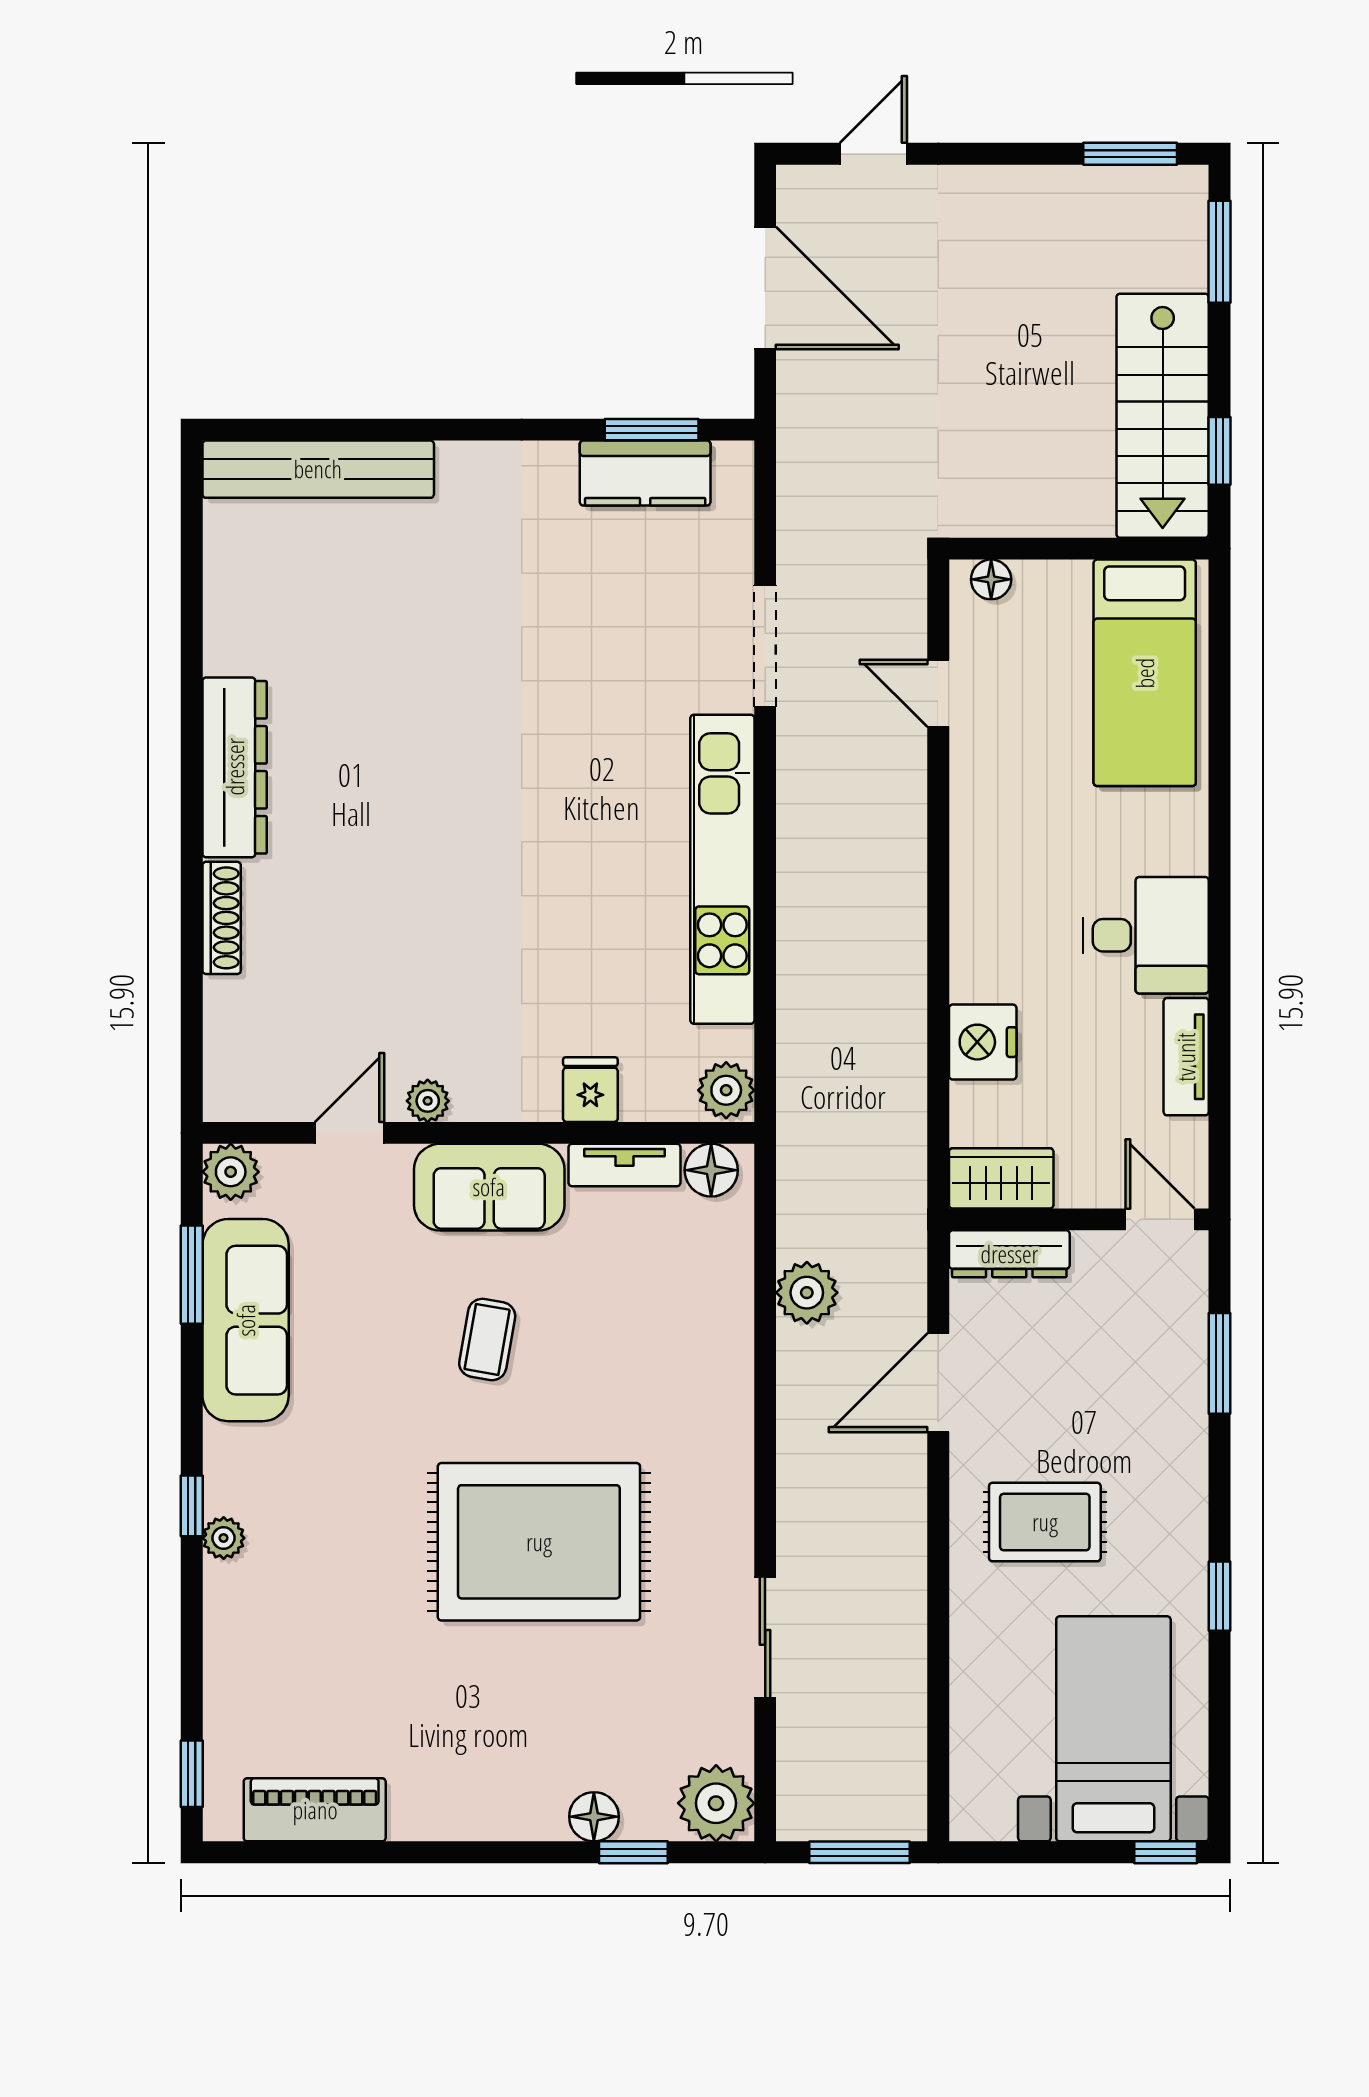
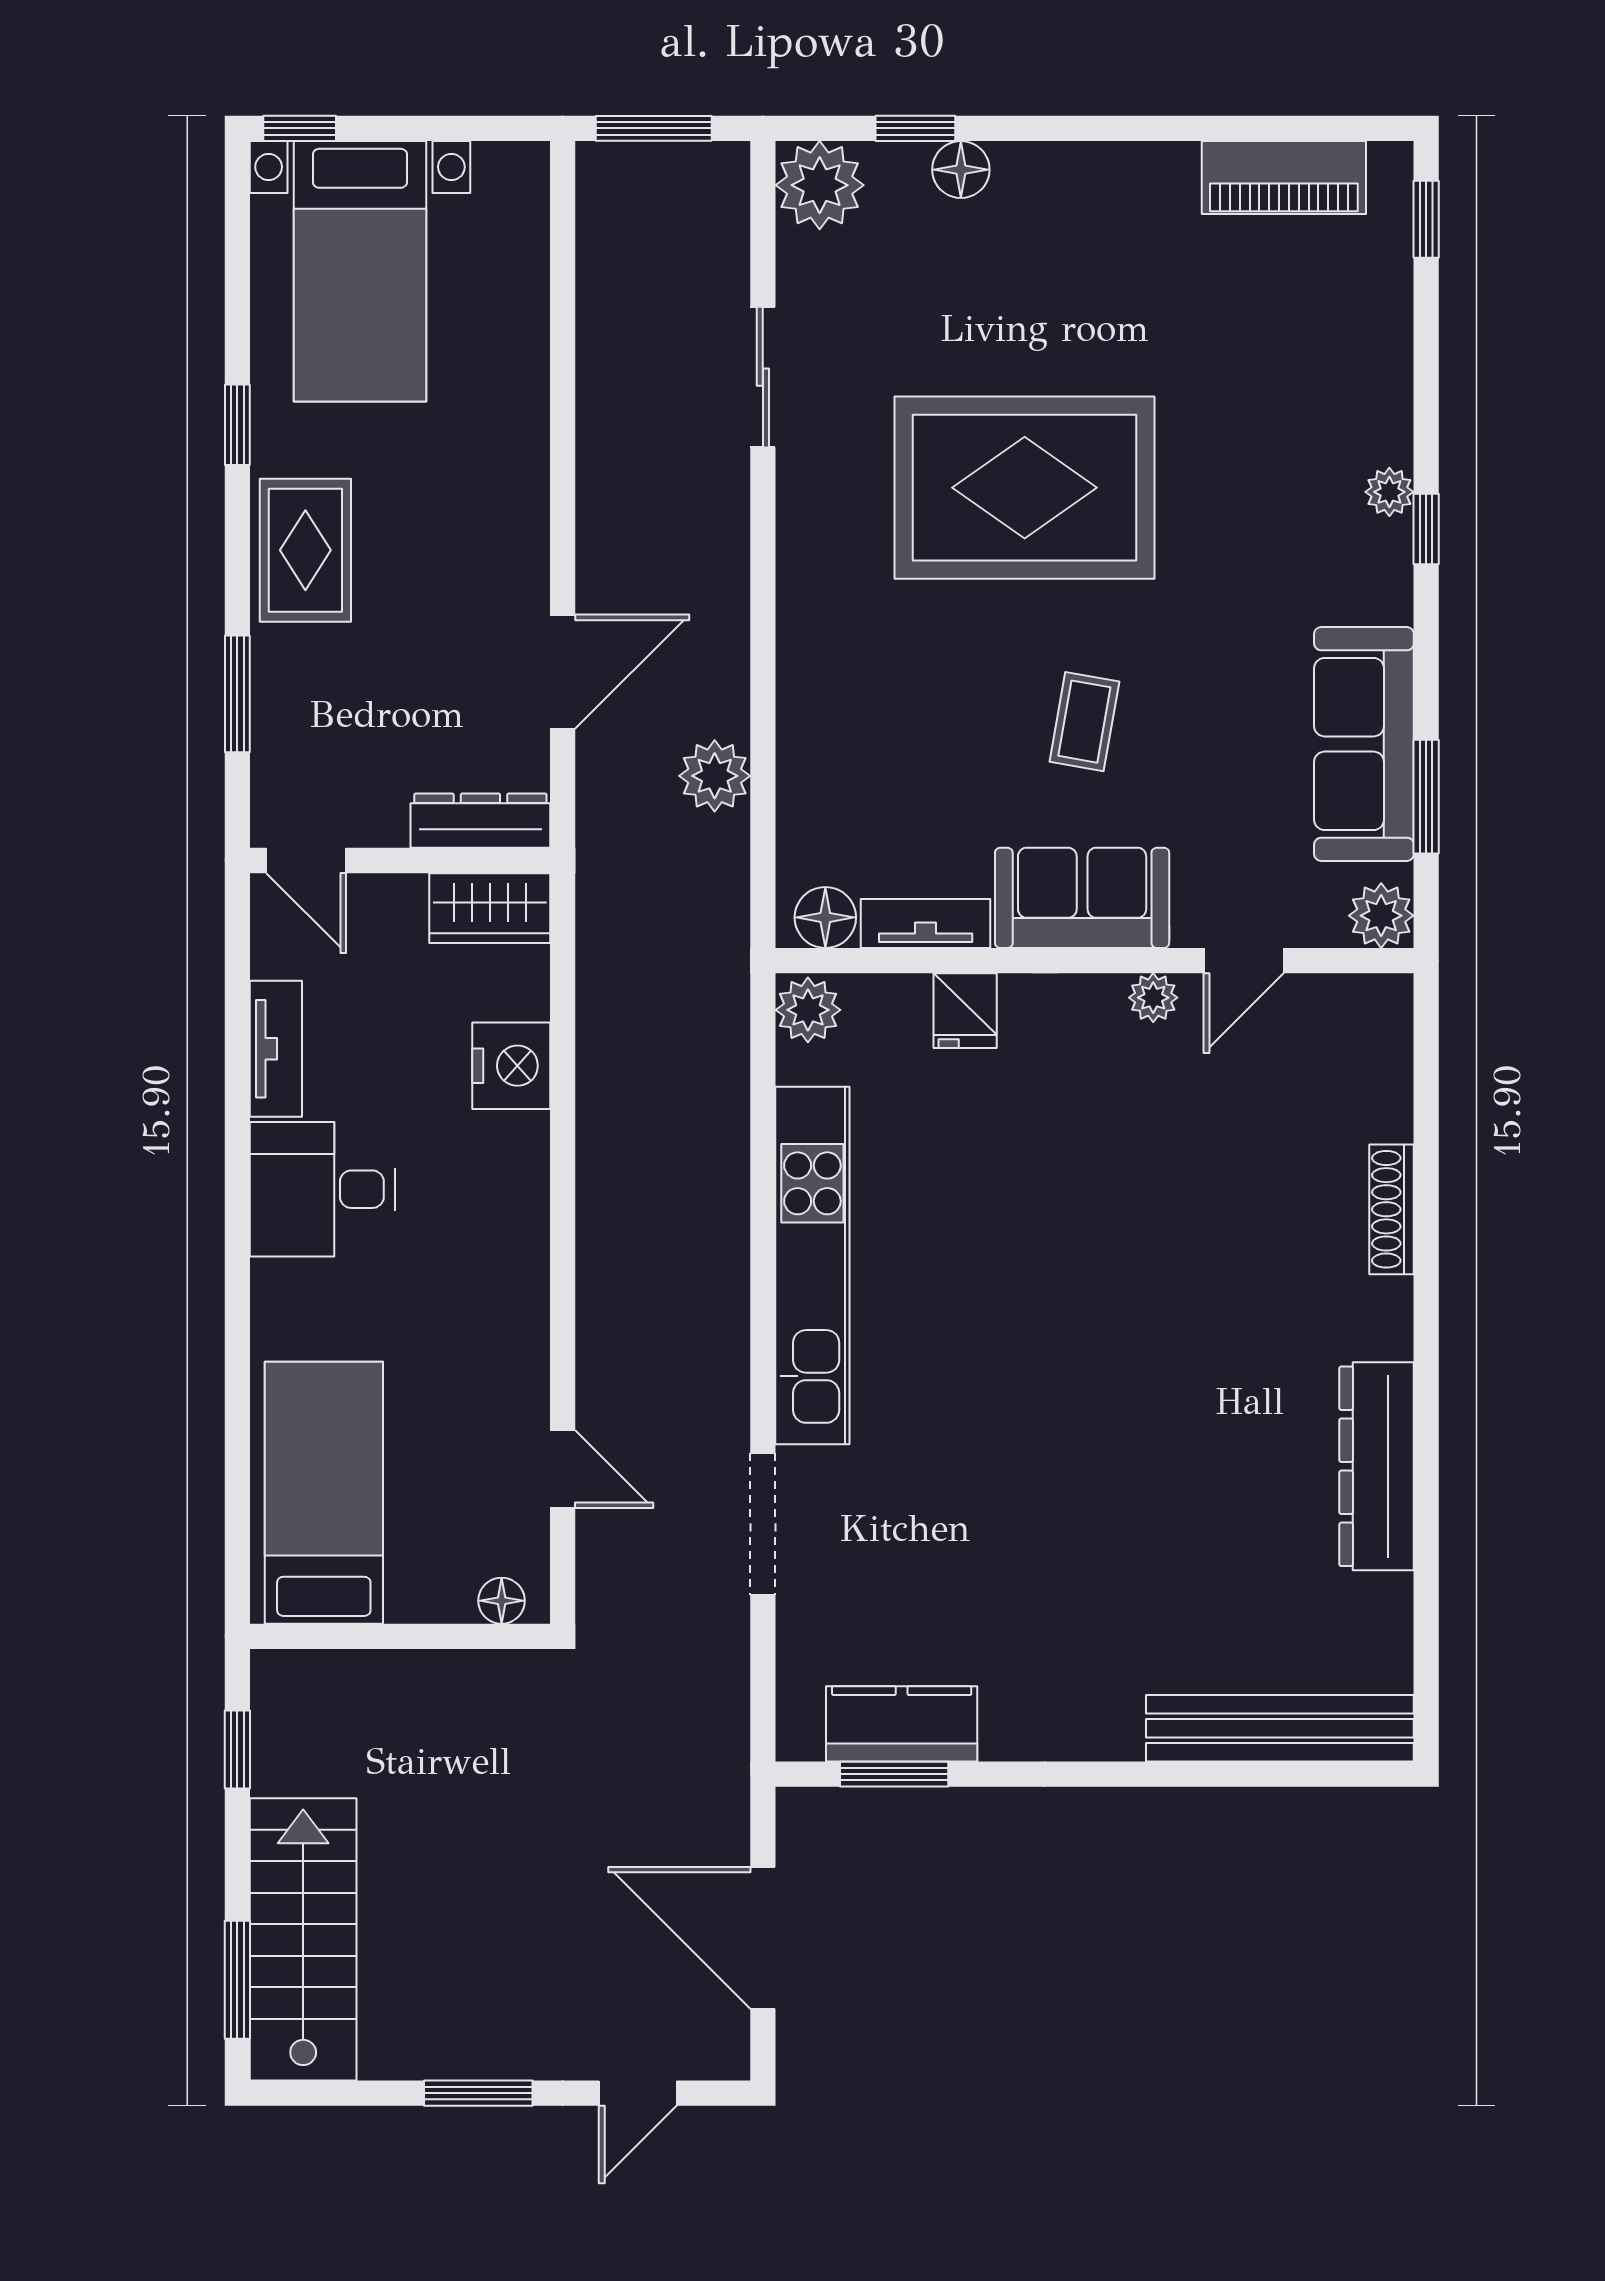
window: (1130, 154) -> (478, 2093), moved
stairs: (1163, 416) -> (303, 1939), moved
dresser: (235, 767) -> (1377, 1466), moved
rug: (1045, 1522) -> (305, 550), moved, turned 90

